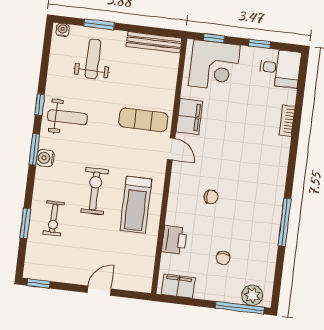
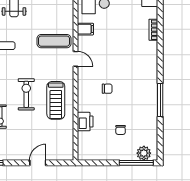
filing cabinet: (189, 117) -> (85, 29), width x0.50
filing cabinet: (178, 286) -> (92, 153), removed

